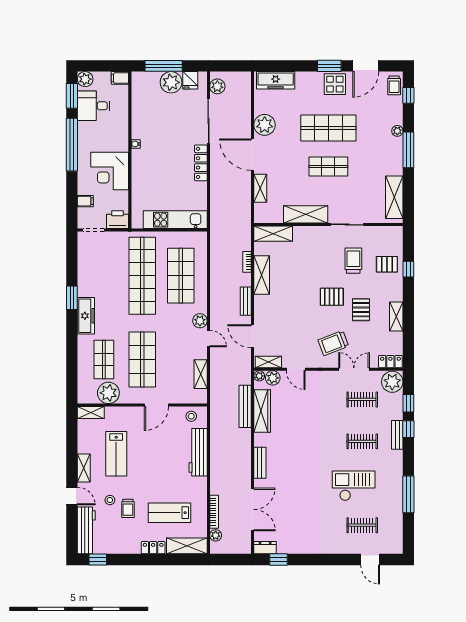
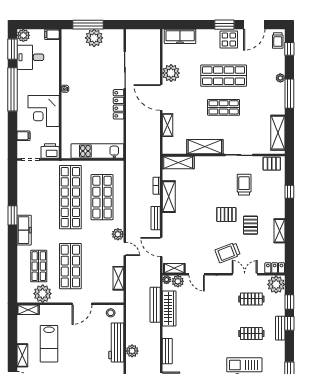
fridge: (190, 80) -> (110, 36), removed
plant: (217, 86) -> (132, 351), moved
pallet: (387, 264) -> (272, 164), moved

